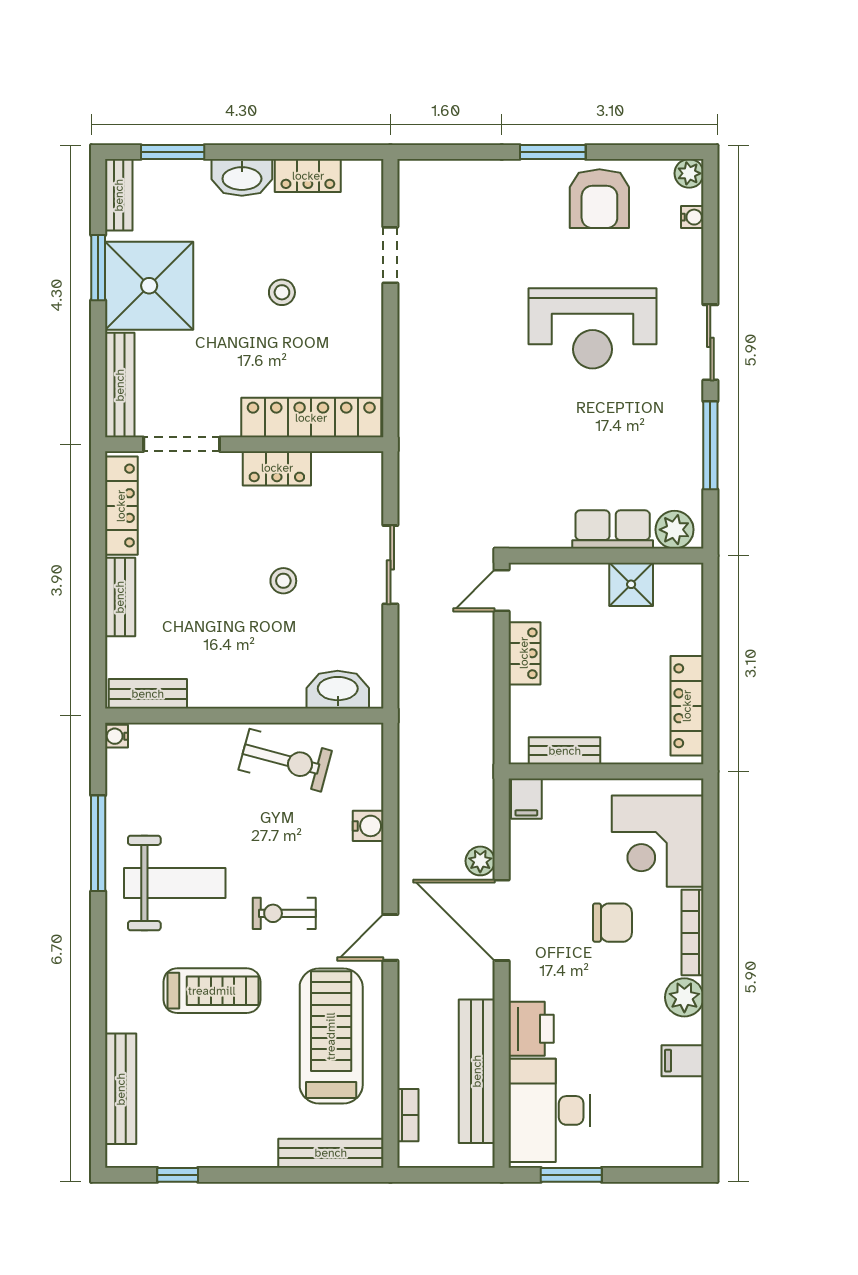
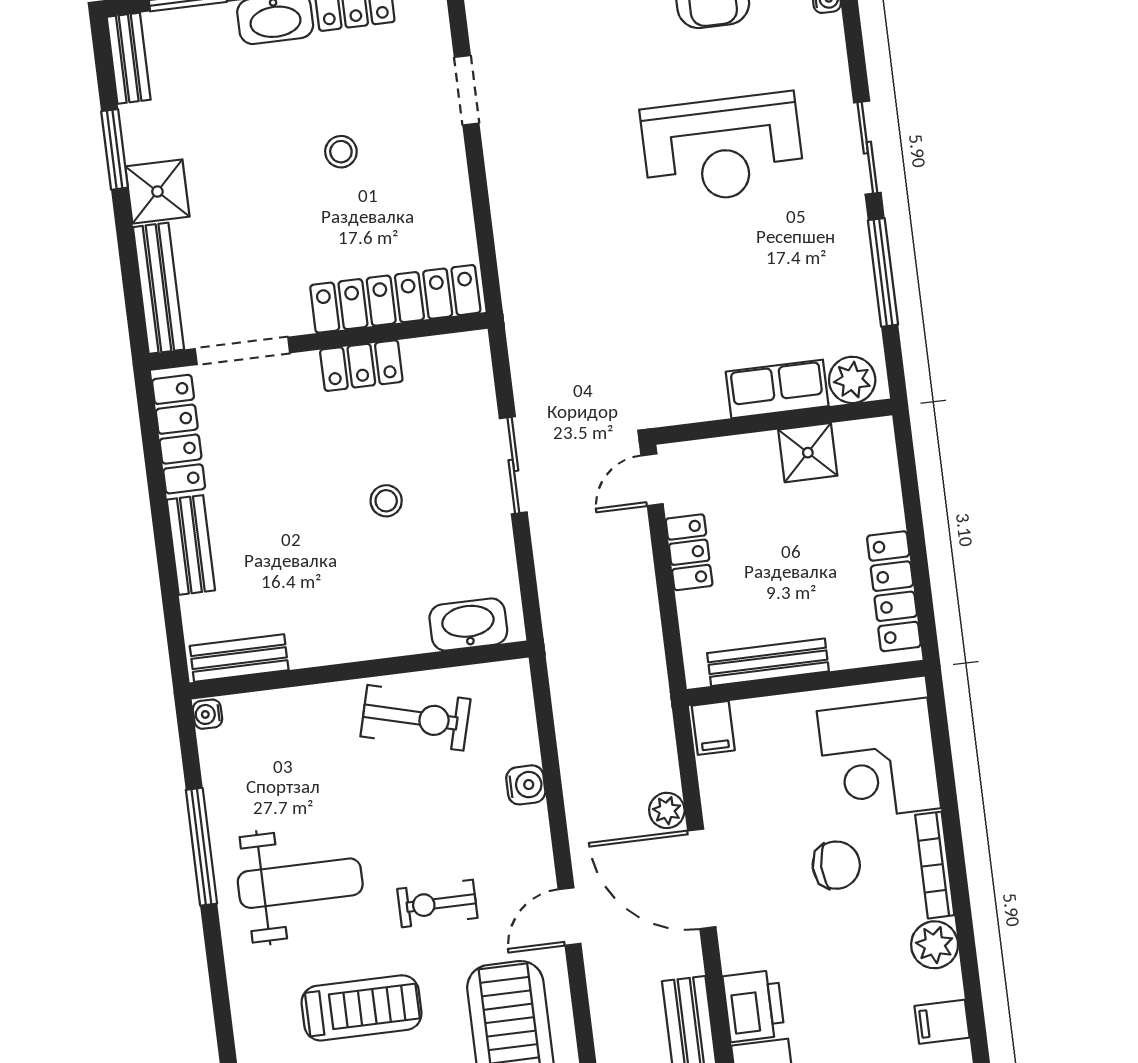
shower: (149, 286) -> (157, 192), width x0.54, depth x0.54
bench: (565, 751) -> (768, 662), width x1.36

